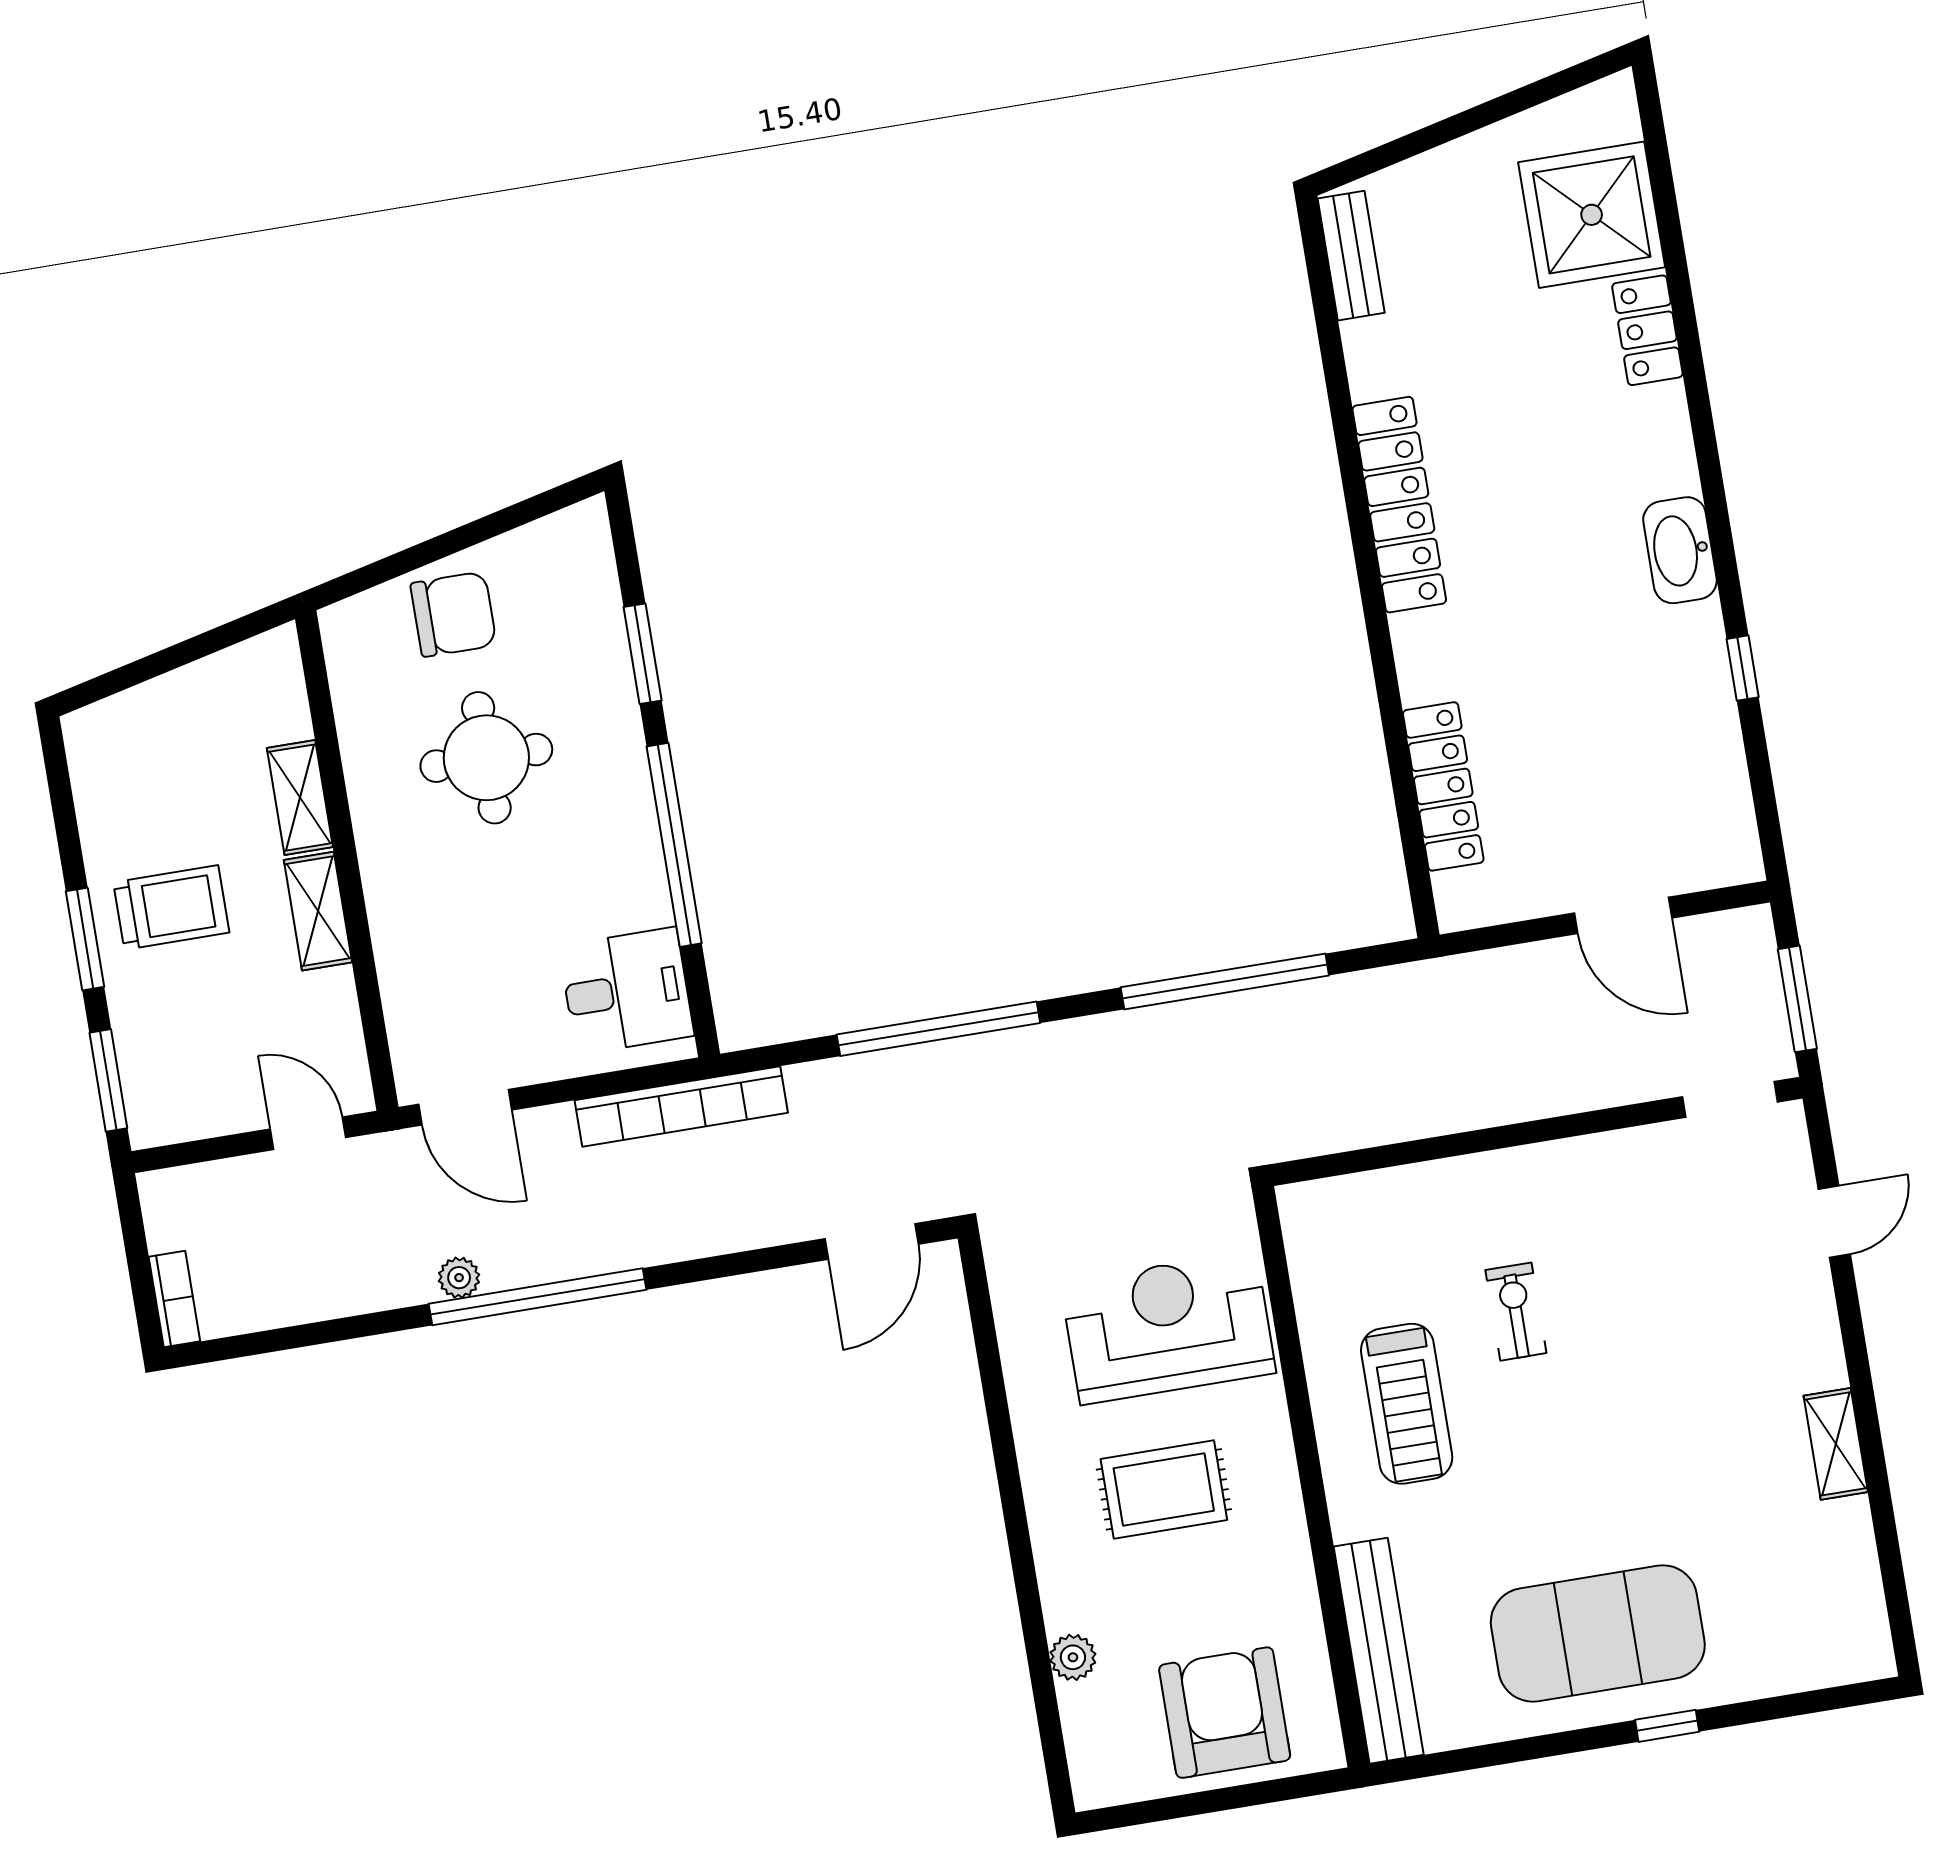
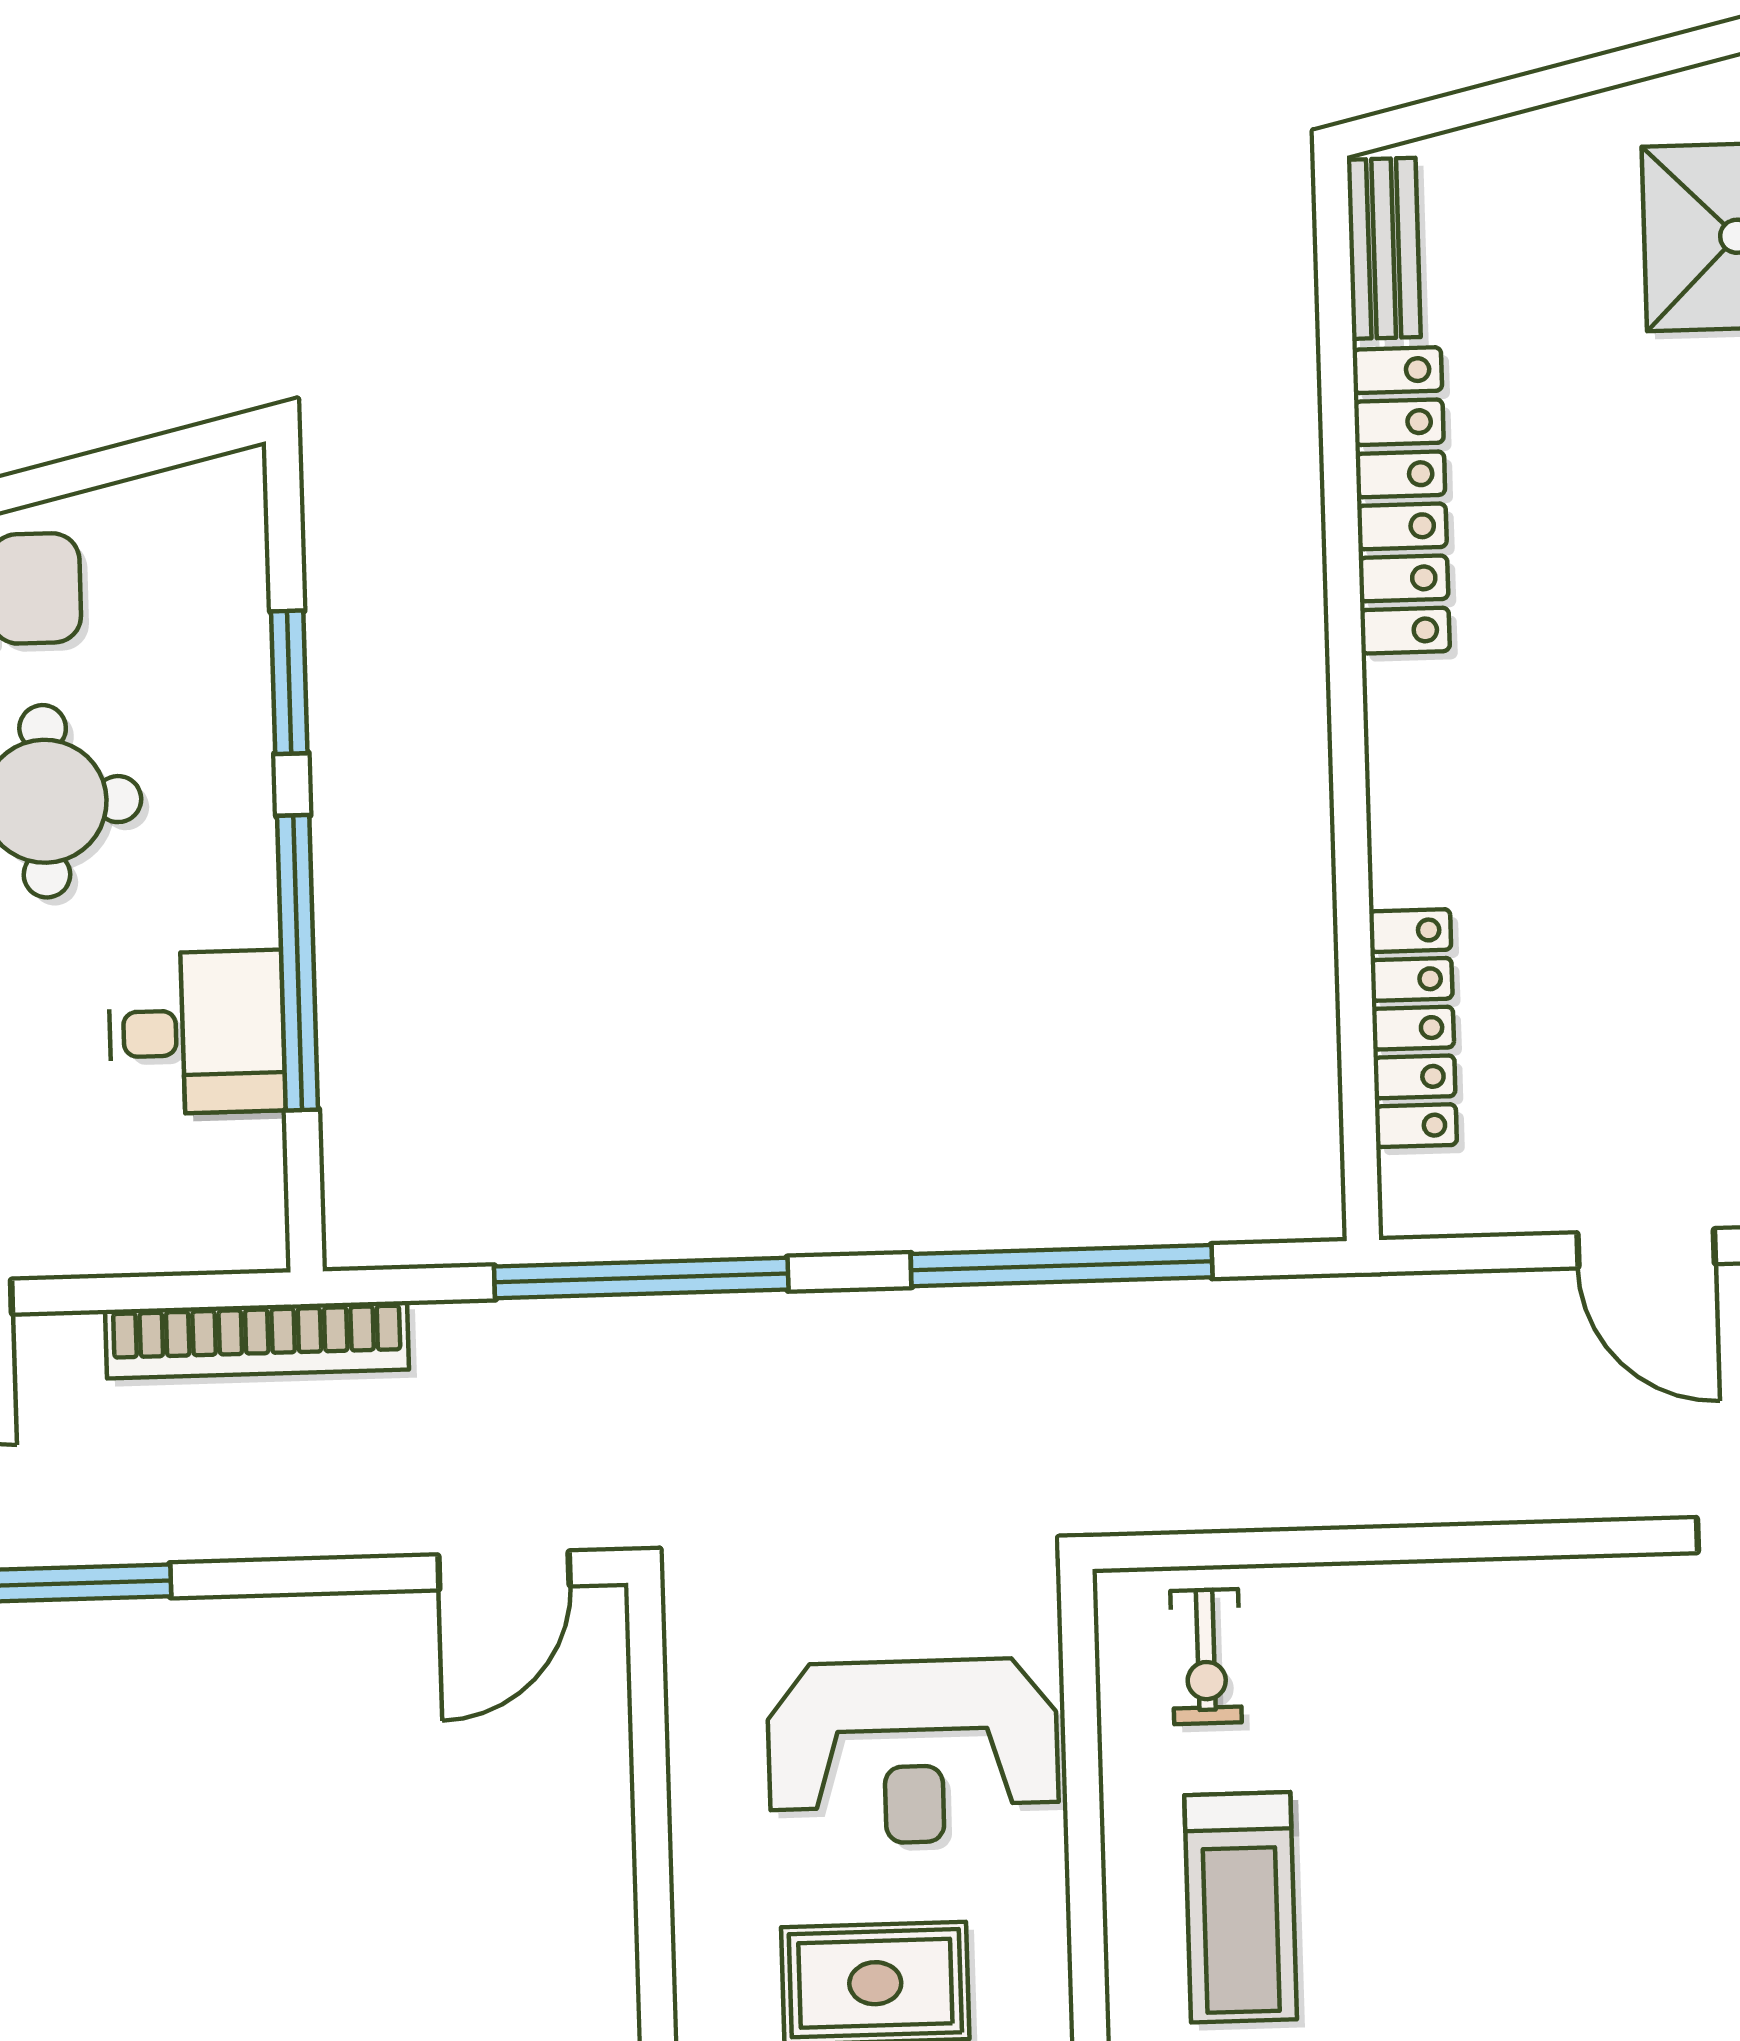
locker: (1399, 505) -> (1401, 500), moved
desk: (626, 991) -> (197, 1033), moved
exercise bike: (1516, 1312) -> (1206, 1657), moved, turned 180
reception desk: (1168, 1328) -> (913, 1752), turned 180

